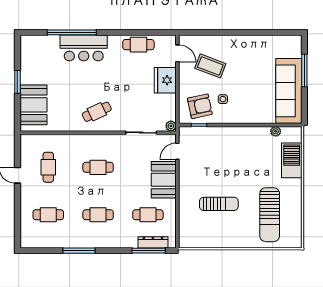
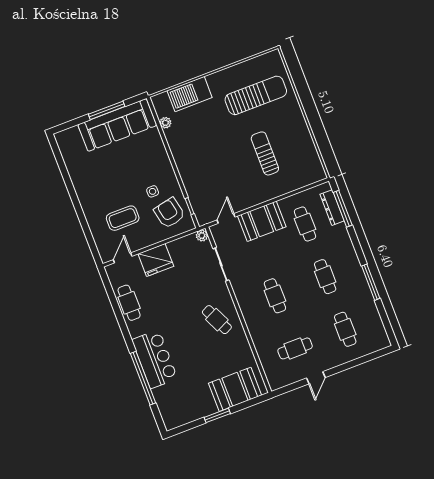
coffee table: (210, 66) -> (123, 218), turned 69
window: (304, 71) -> (107, 110), moved
door: (177, 151) -> (226, 218), swing flipped

